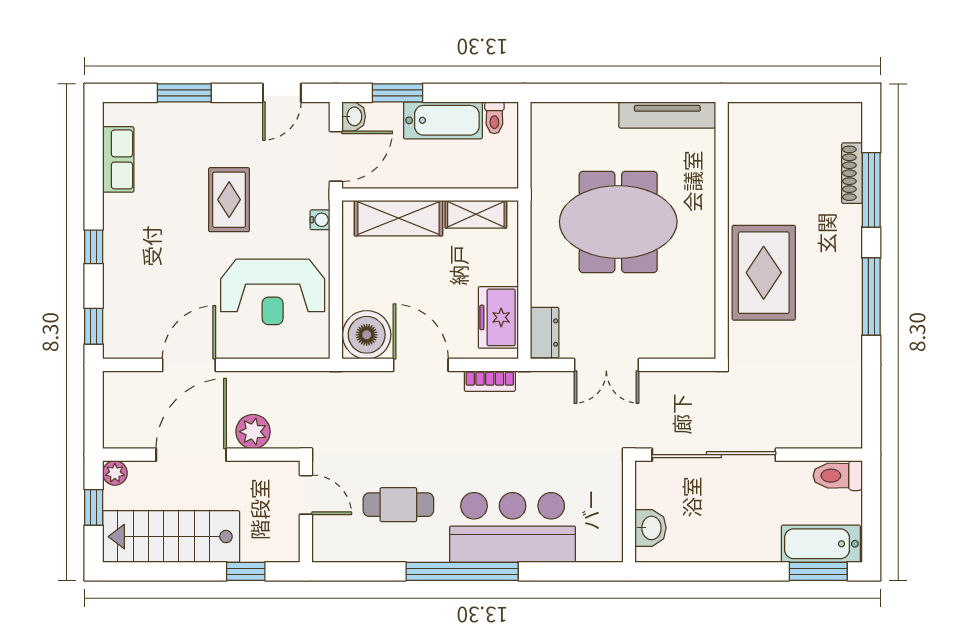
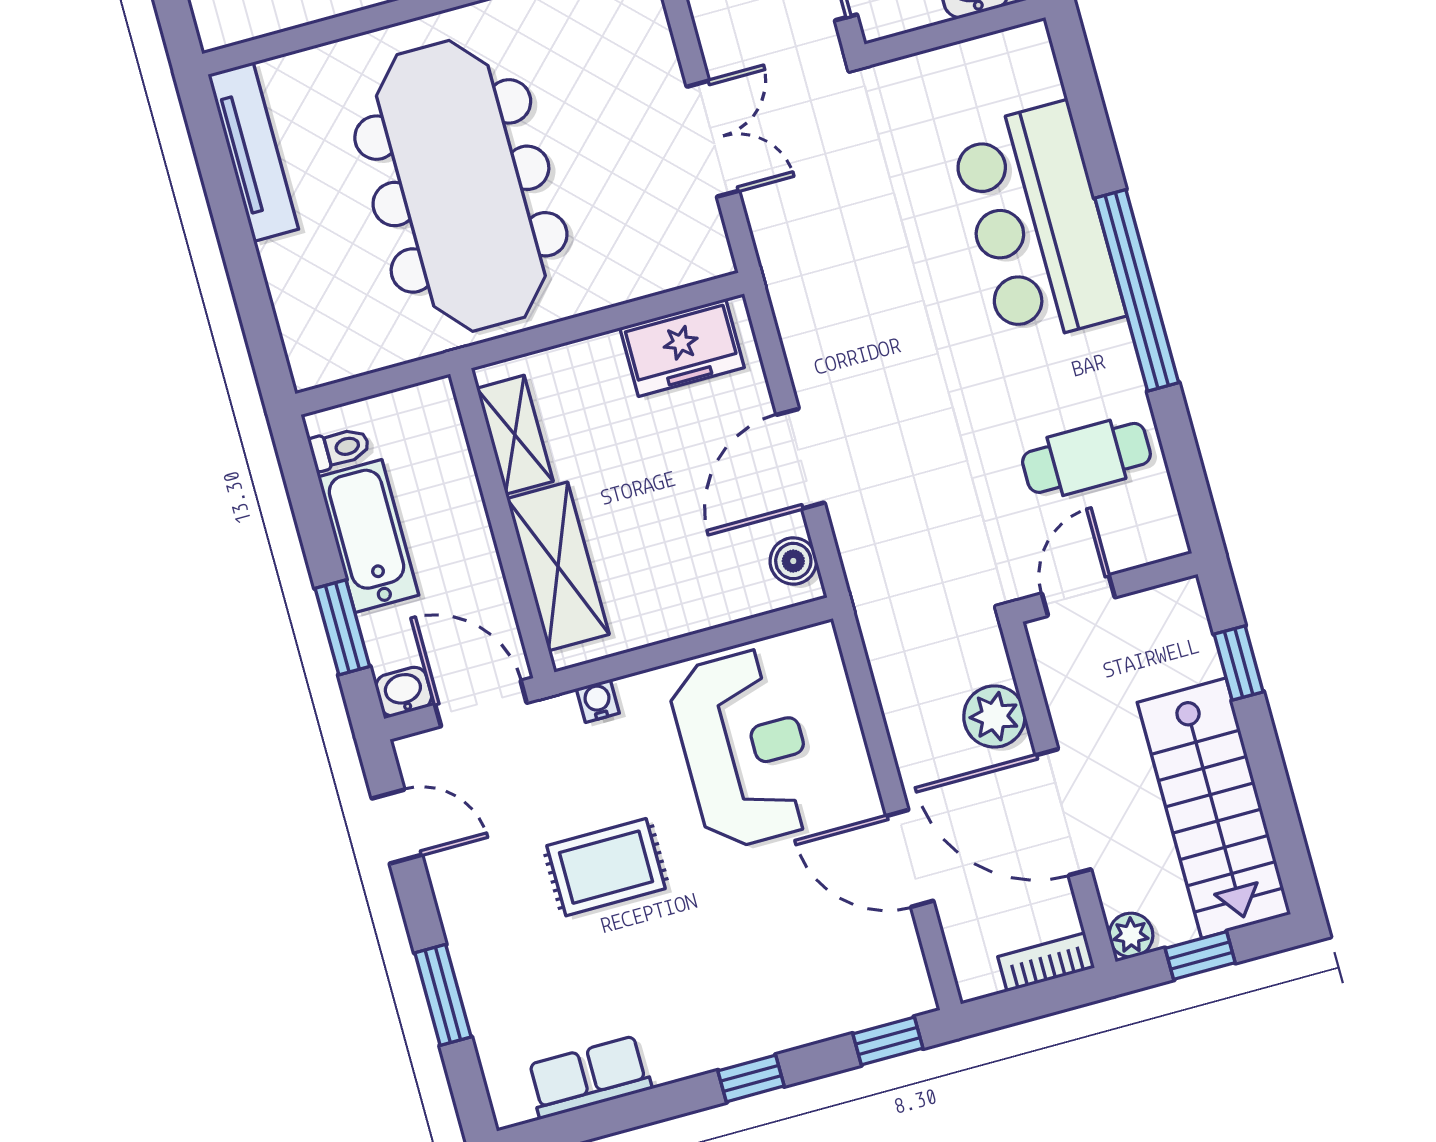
meeting table: (618, 222) -> (461, 186), width x1.36
dresser: (545, 333) -> (686, 261), removed
boiler: (367, 335) -> (793, 561), width x0.54, depth x0.54
bookcase: (490, 381) -> (1046, 962), moved, turned -90
cafe table: (398, 505) -> (1086, 458), moved, turned 90

